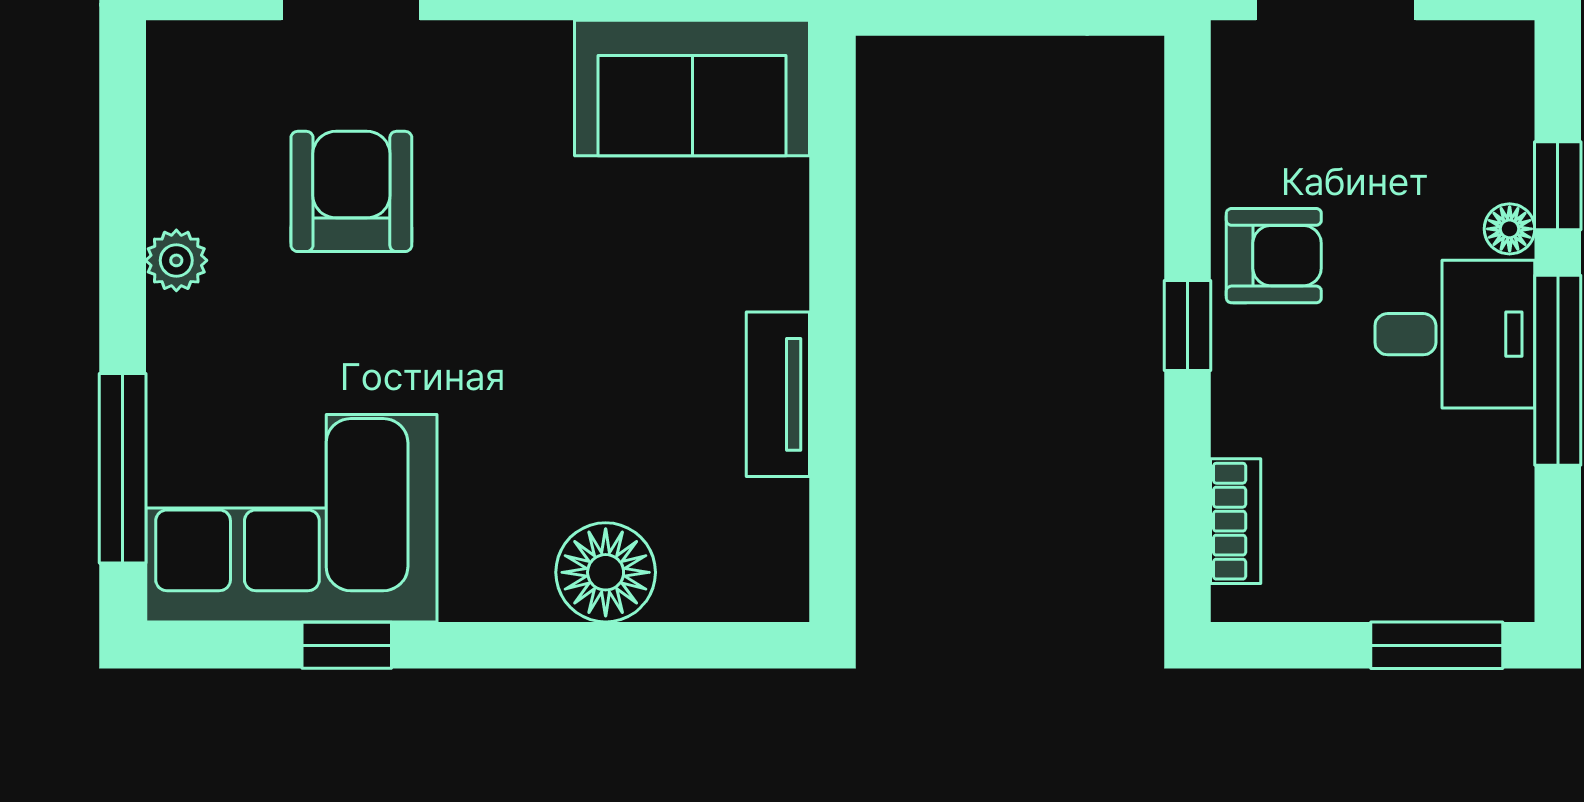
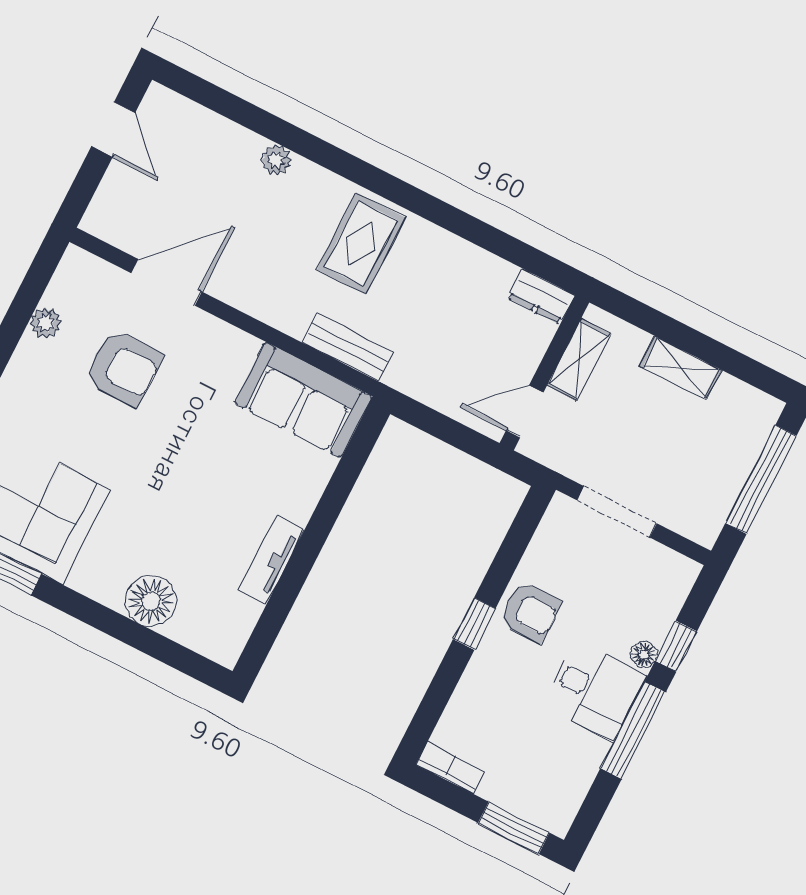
armchair: (351, 191) -> (123, 368), turned 90
plant: (176, 260) -> (46, 323), moved
bookcase: (1236, 521) -> (450, 768), moved, turned -90

